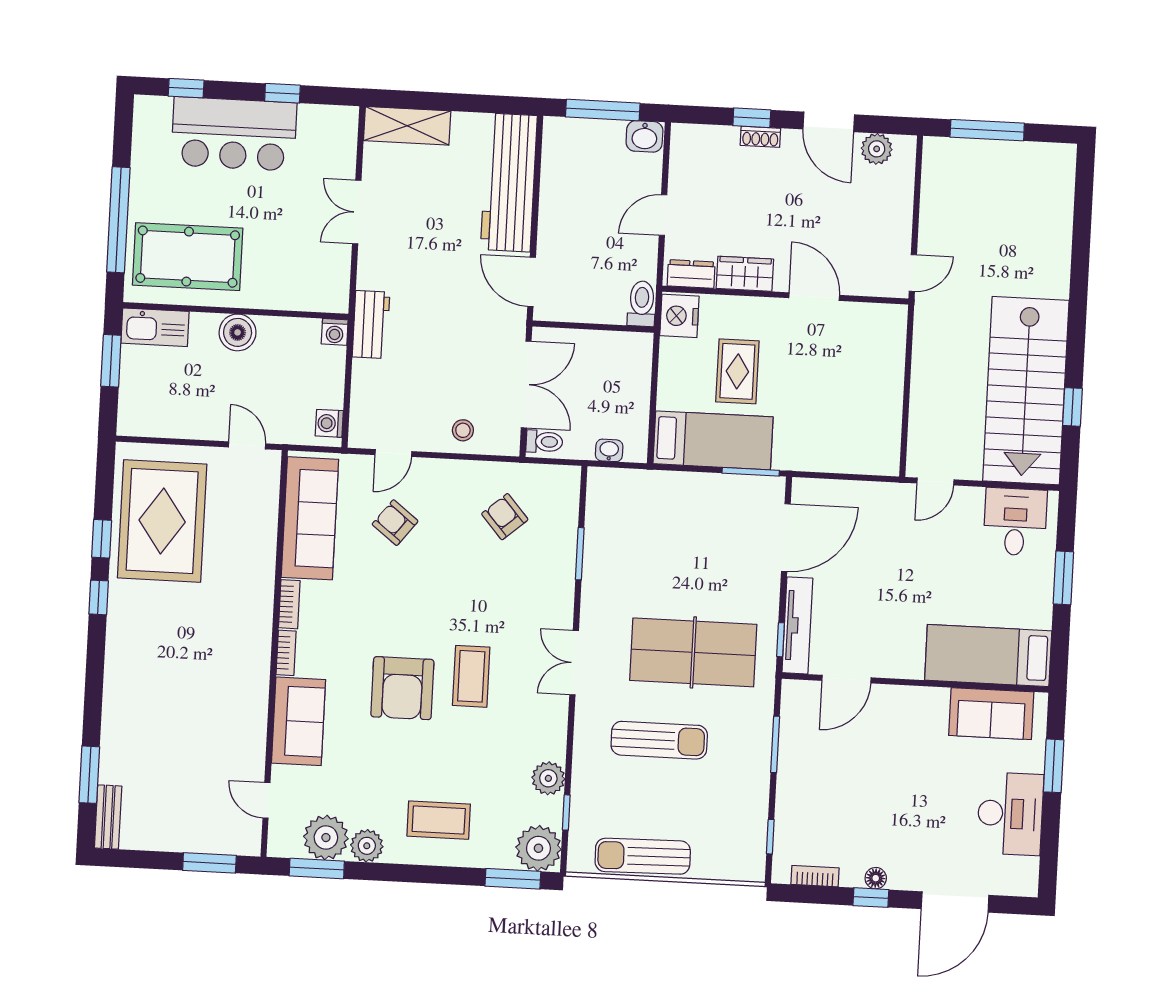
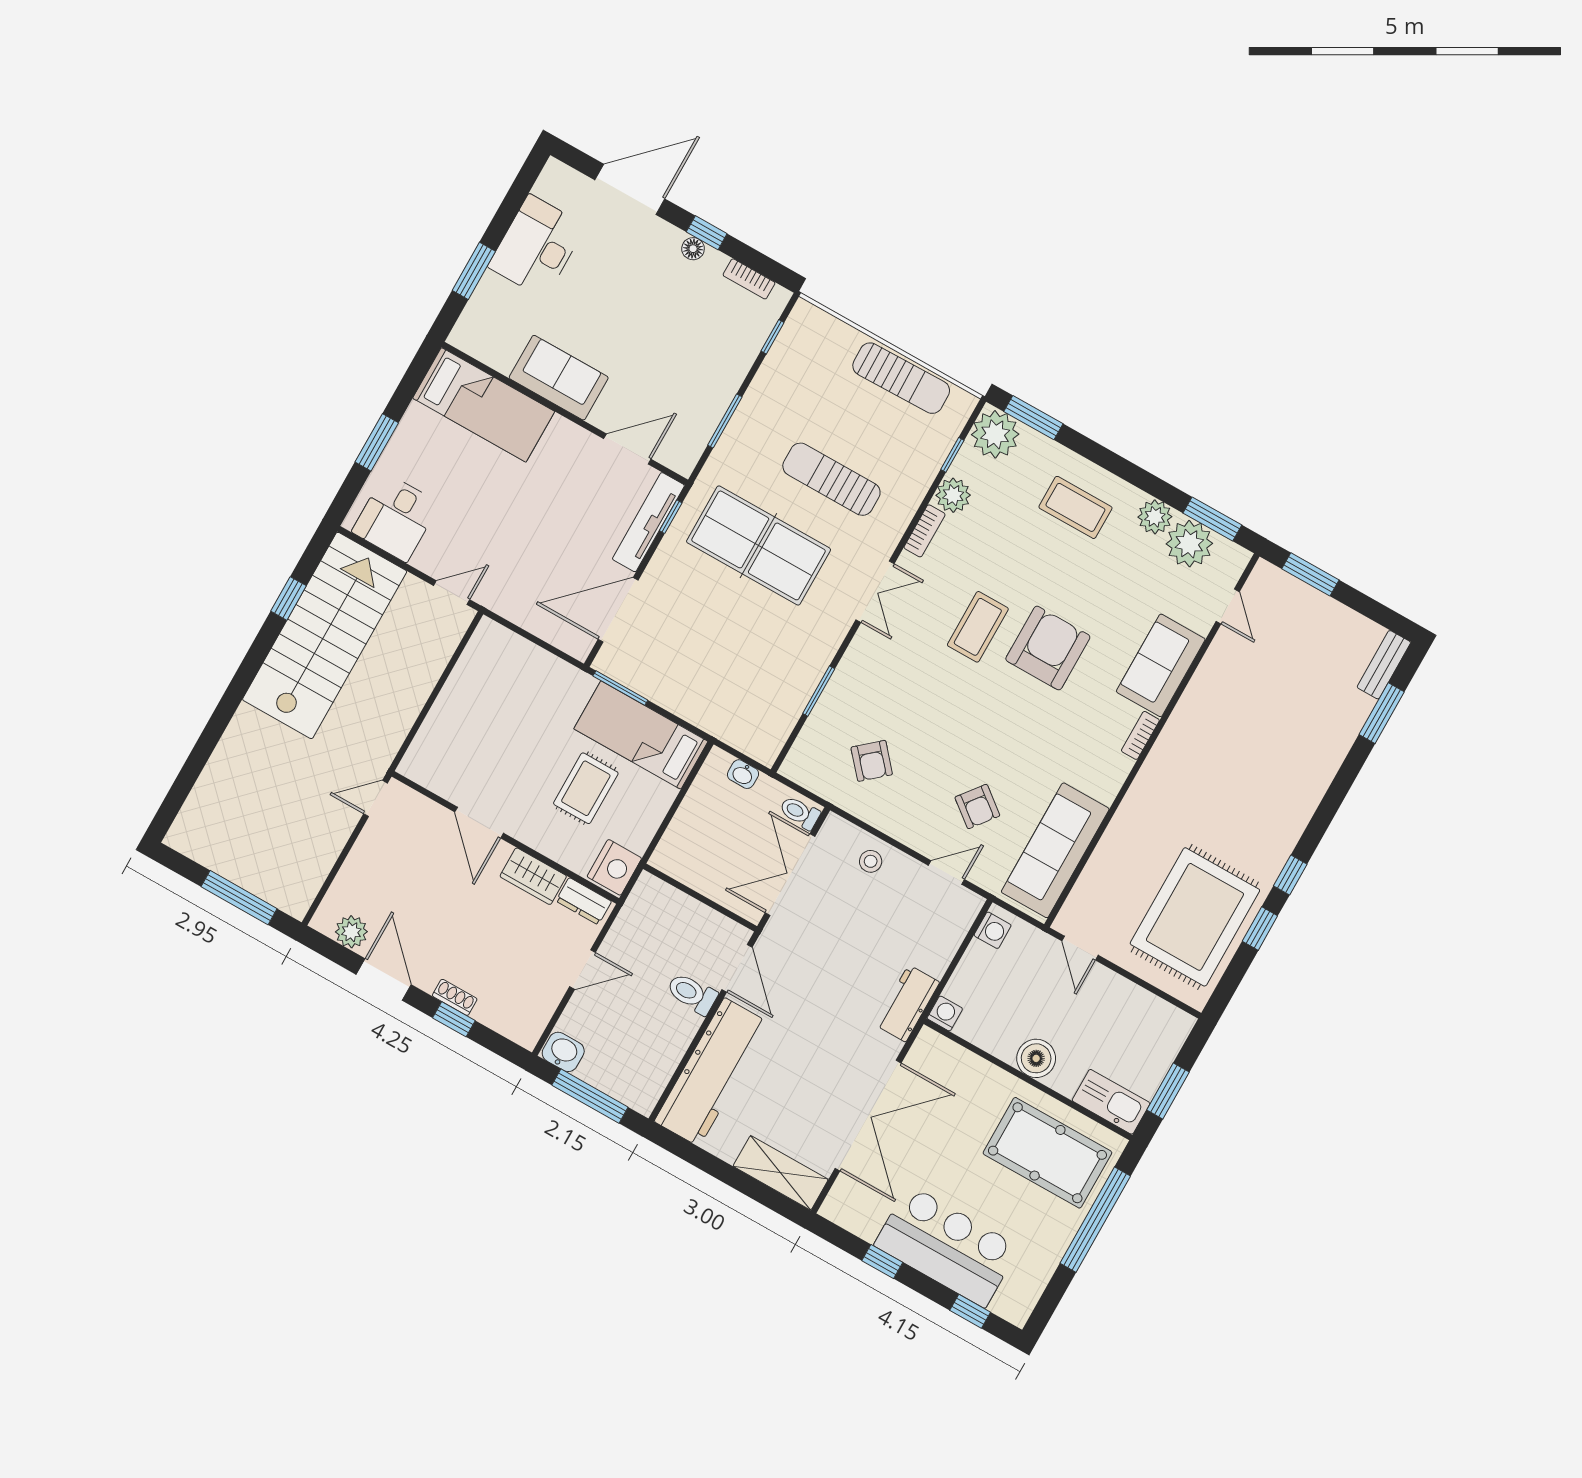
double door: (357, 212) -> (868, 1116), width x1.87
toilet: (642, 304) -> (692, 994), moved, turned 90
bookcase: (289, 604) -> (925, 531), moved, turned 180
sofa: (991, 714) -> (559, 378), moved

